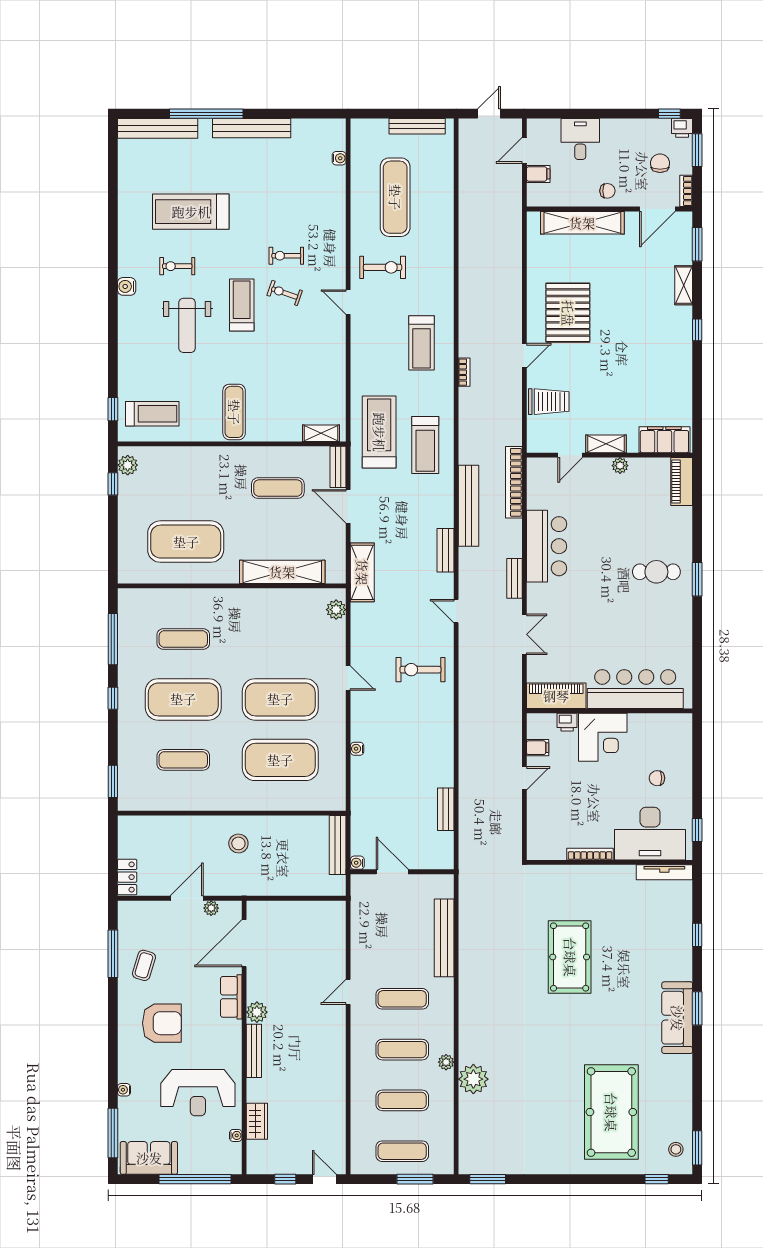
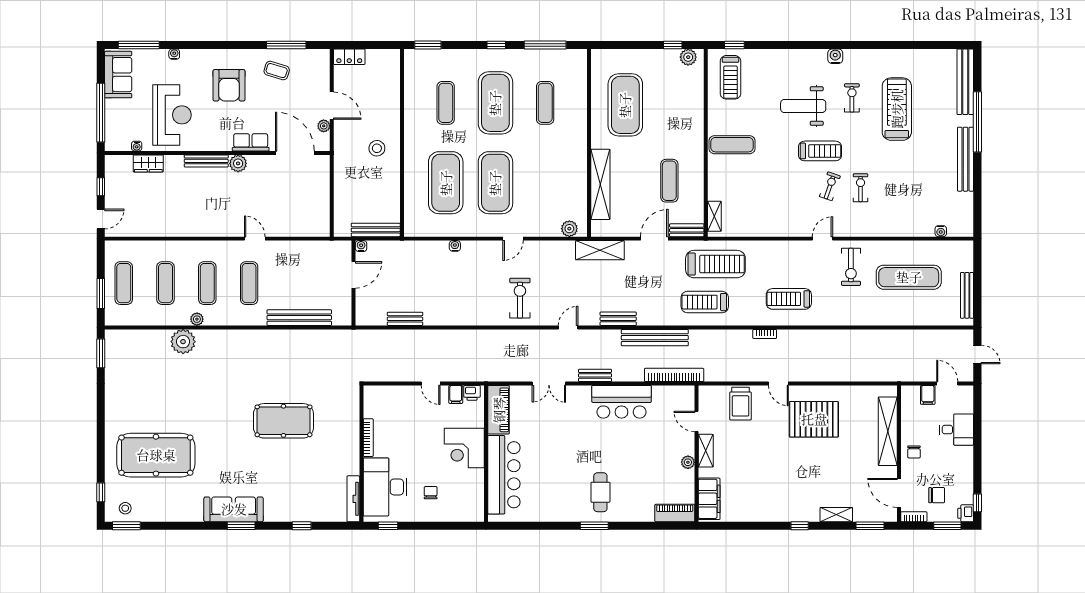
printer: (567, 722) -> (472, 393), moved, turned -90
reception desk: (198, 1093) -> (172, 115), turned 180

